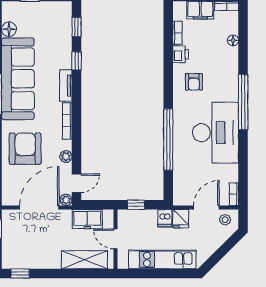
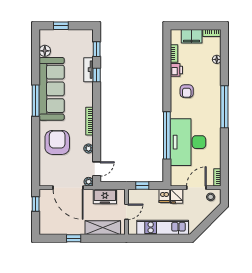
tv unit: (66, 86) -> (88, 70), moved
desk: (216, 133) -> (188, 142), moved, turned 180
door: (39, 208) -> (68, 188), swing flipped
door: (115, 239) -> (126, 212), swing flipped
window: (20, 274) -> (74, 238), moved

